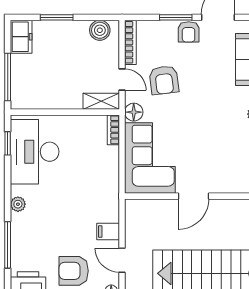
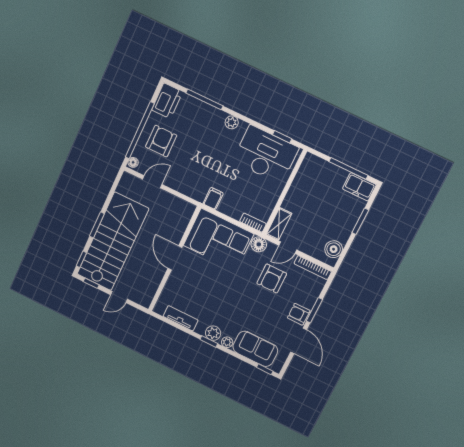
window: (8, 77) -> (348, 168), moved
armchair: (164, 80) -> (272, 279), turned -83
filing cabinet: (108, 232) -> (213, 198), moved

